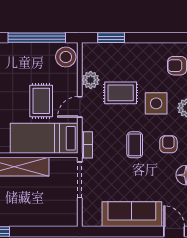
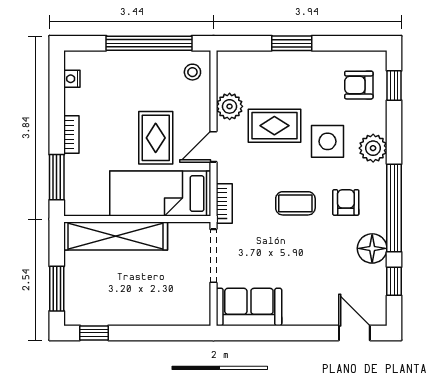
window: (111, 38) -> (292, 43), moved
stool: (66, 57) -> (192, 72), width x0.53, depth x0.53
coffee table: (135, 145) -> (295, 203), turned 90
sofa: (132, 214) -> (249, 307), moved, width x0.73

